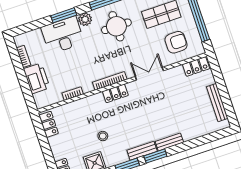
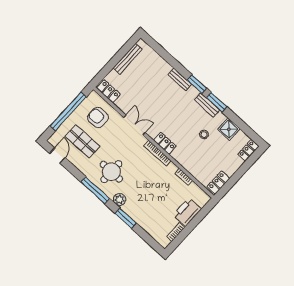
desk: (63, 35) -> (142, 210), removed
double door: (149, 74) -> (134, 125), swing flipped
bench: (142, 151) -> (207, 105), moved

